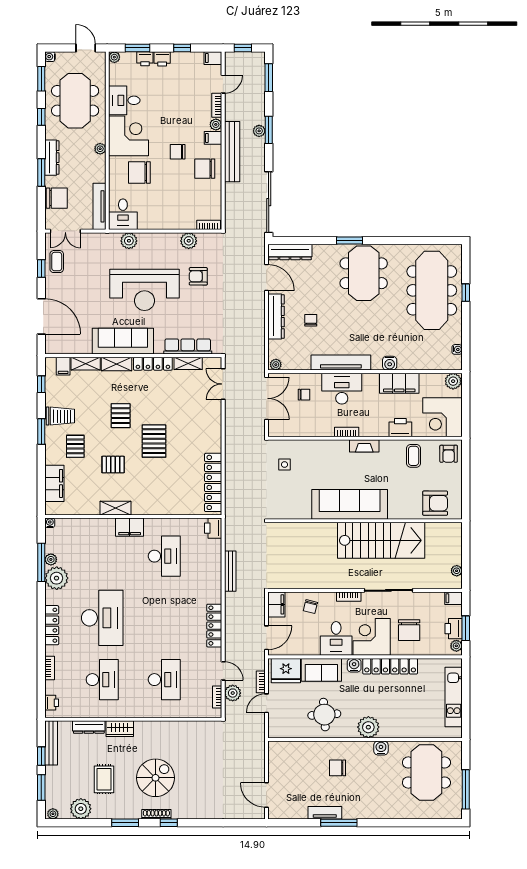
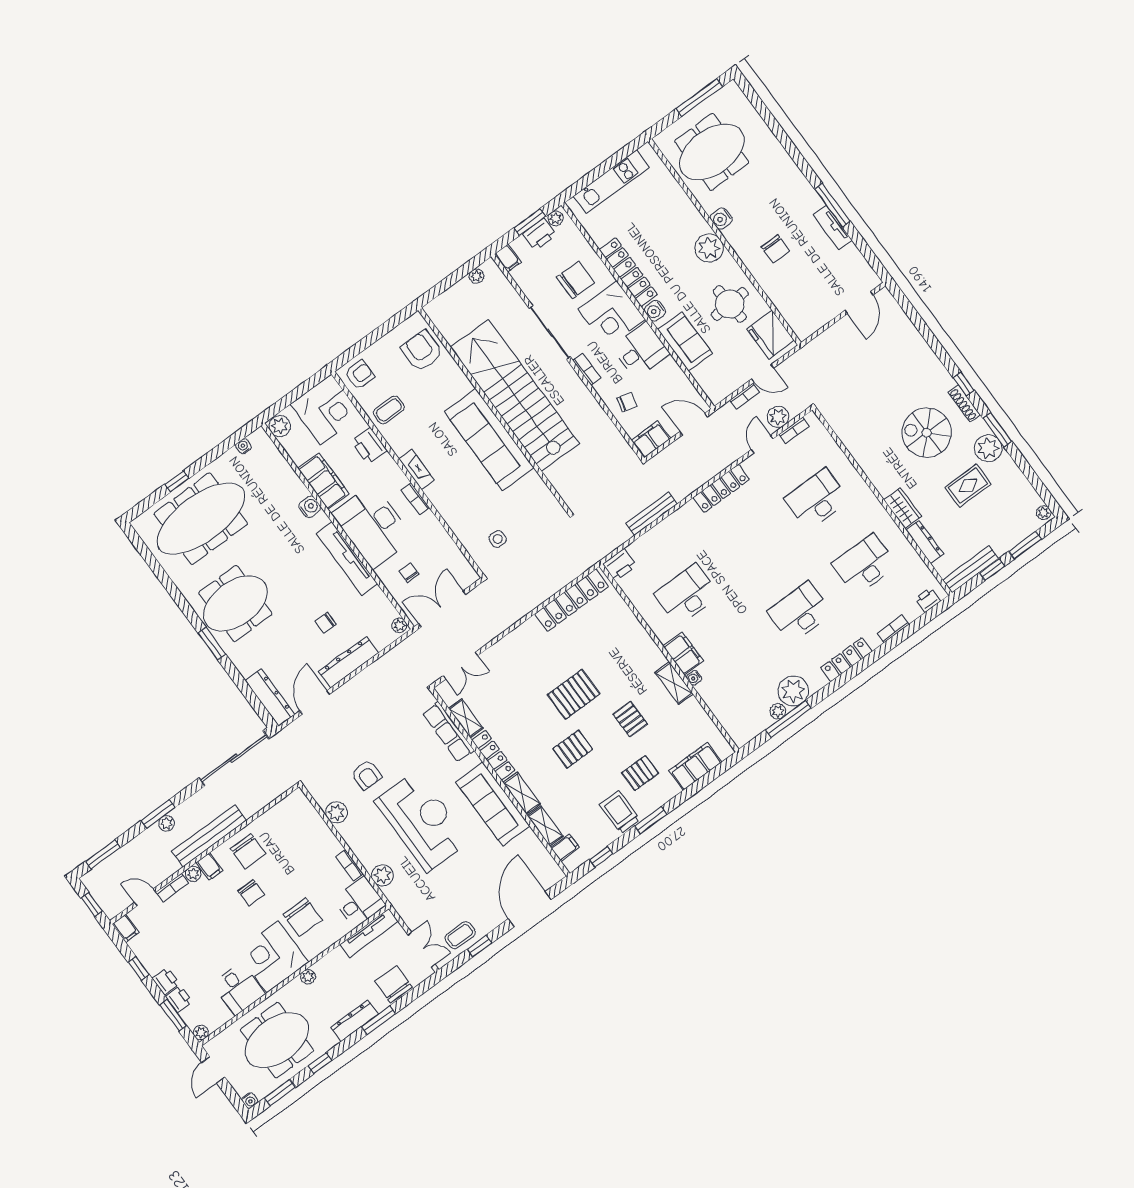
bookcase: (209, 225) -> (349, 865), moved
desk: (342, 389) -> (373, 526), width x1.36, depth x1.30
water cooler: (50, 523) -> (694, 678), moved
stairs: (381, 540) -> (515, 395), width x1.36
desk: (102, 618) -> (800, 612), width x0.73, depth x0.77
fridge: (286, 671) -> (771, 335), moved, turned 180
plant: (81, 809) -> (988, 448), moved

